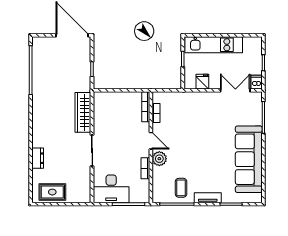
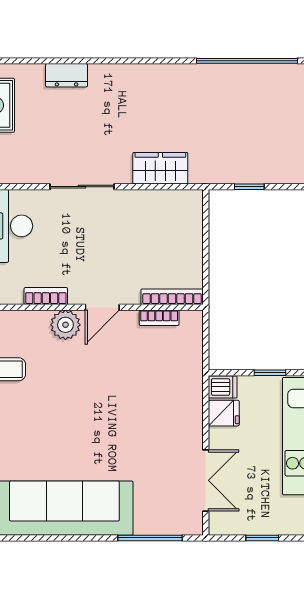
dishwasher: (257, 82) -> (223, 387), moved
wardrobe: (83, 112) -> (160, 168), width x0.67

